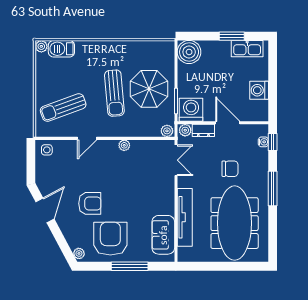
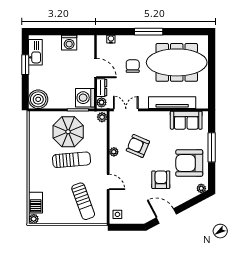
door: (228, 123) -> (95, 68), swing flipped
window: (273, 142) -> (111, 32), removed
armchair: (131, 175) -> (138, 146), added

